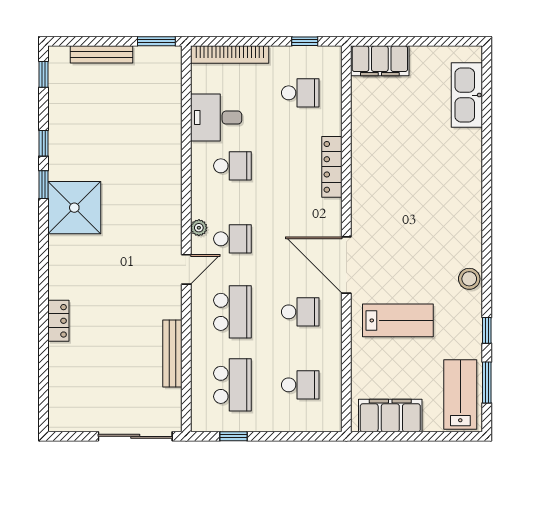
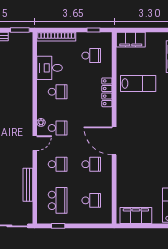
school desk: (232, 312) -> (58, 164), width x0.54
lab bench: (398, 320) -> (138, 83), moved

